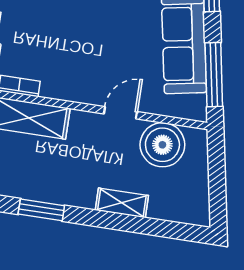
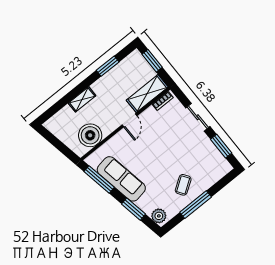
door: (120, 113) -> (130, 120), moved

